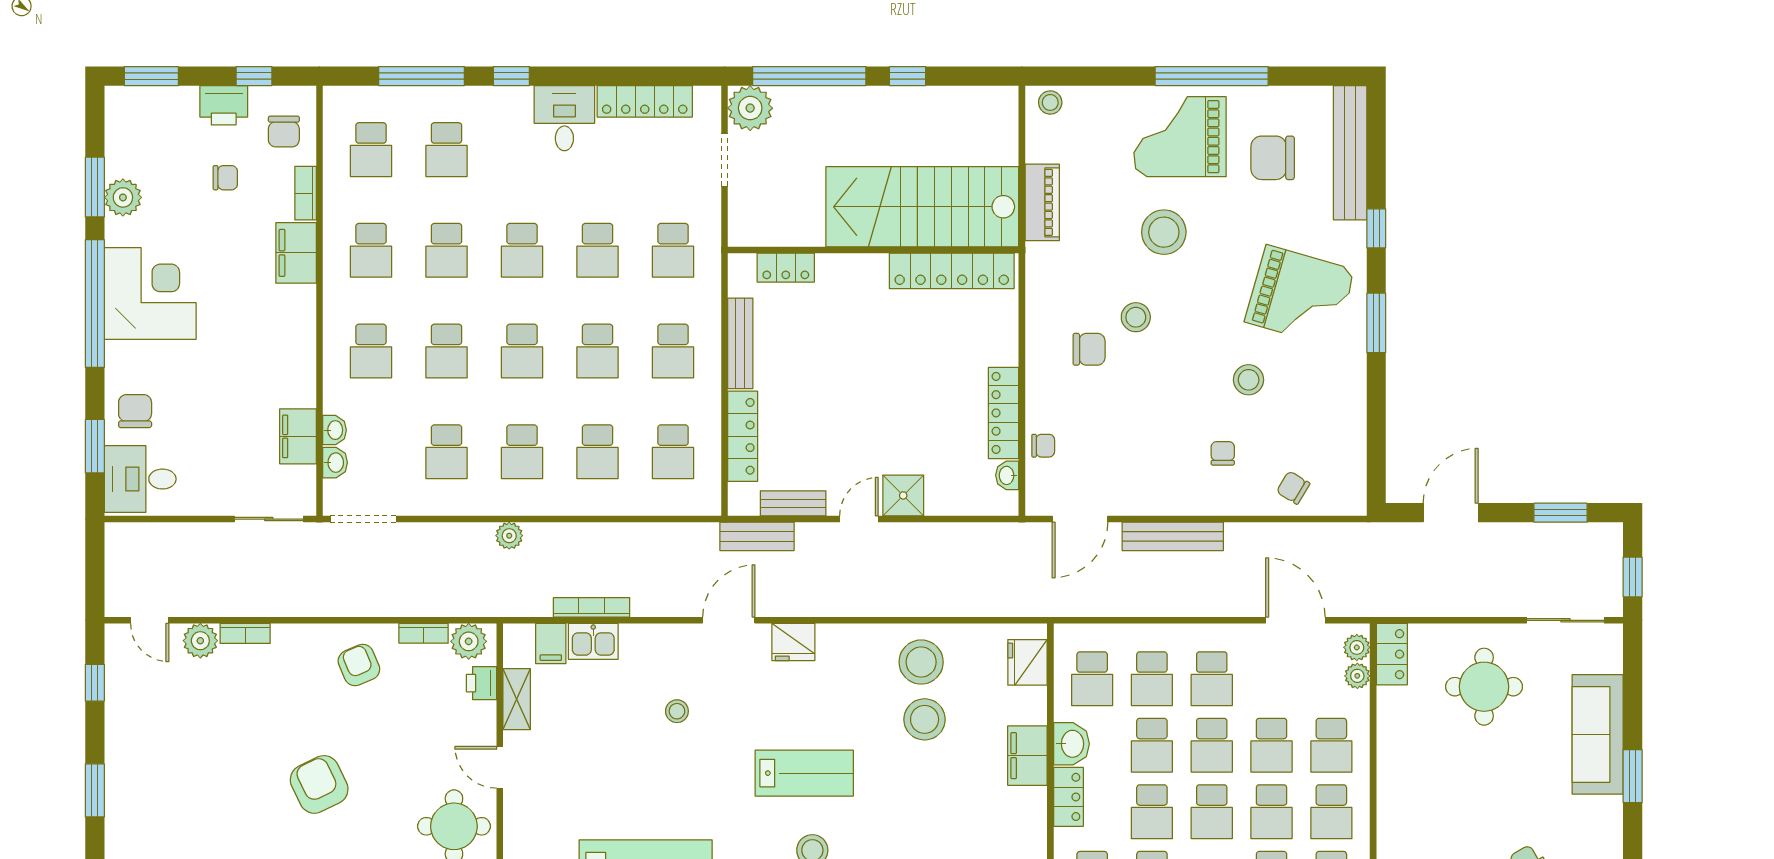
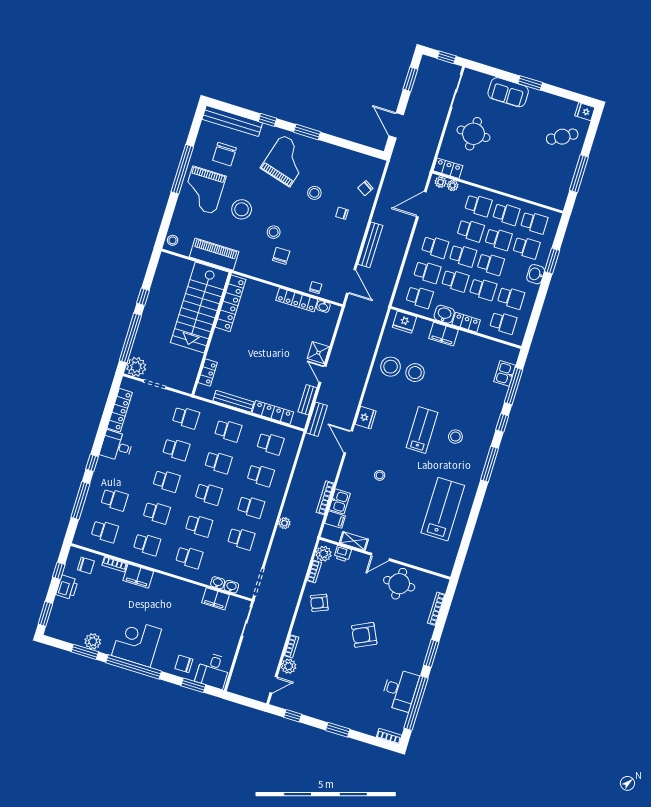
chair: (225, 178) -> (98, 596), removed
piano: (1042, 202) -> (214, 254), width x1.37, depth x1.33
sofa: (1598, 734) -> (508, 92), width x0.73

